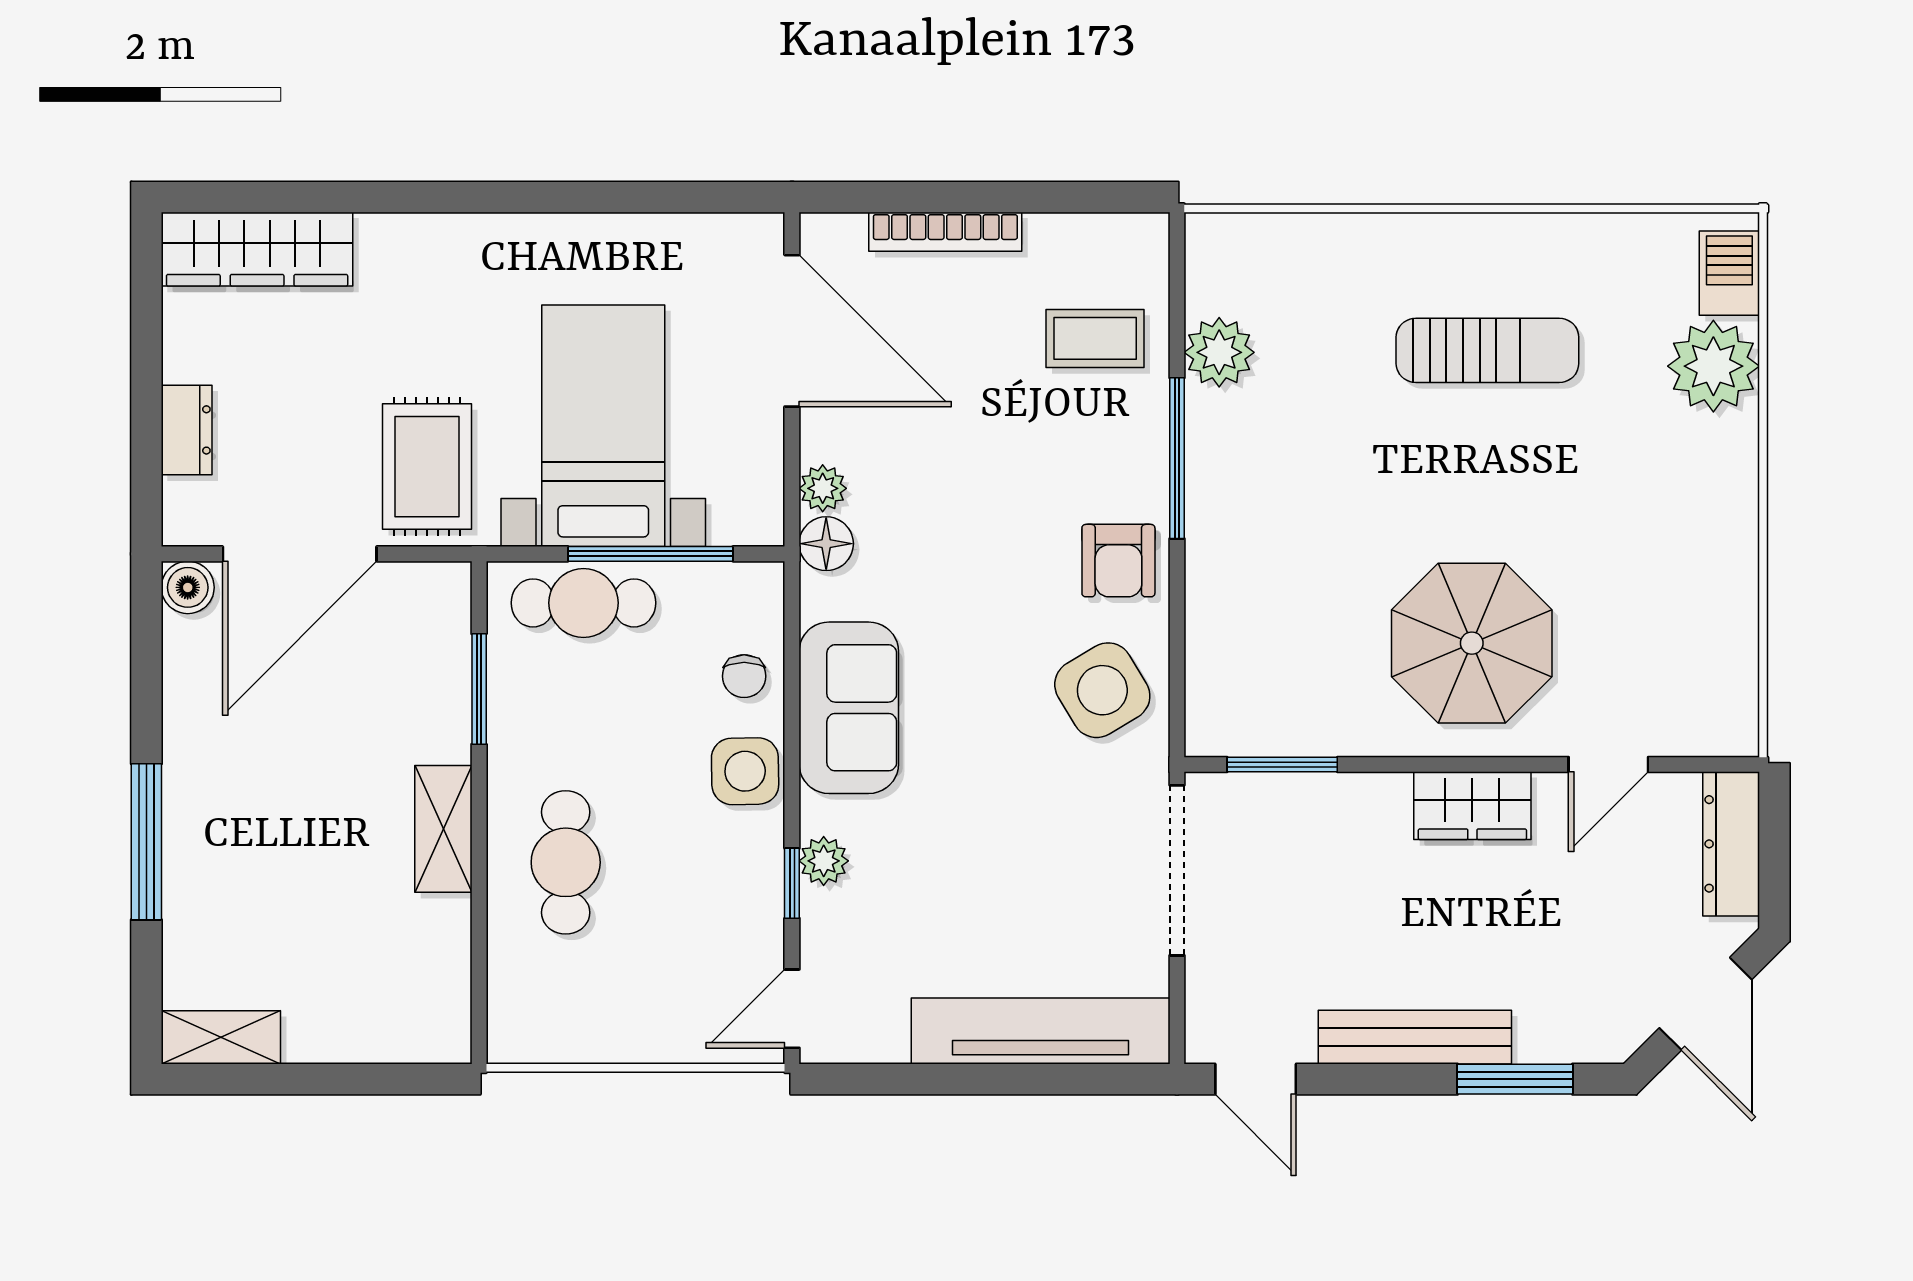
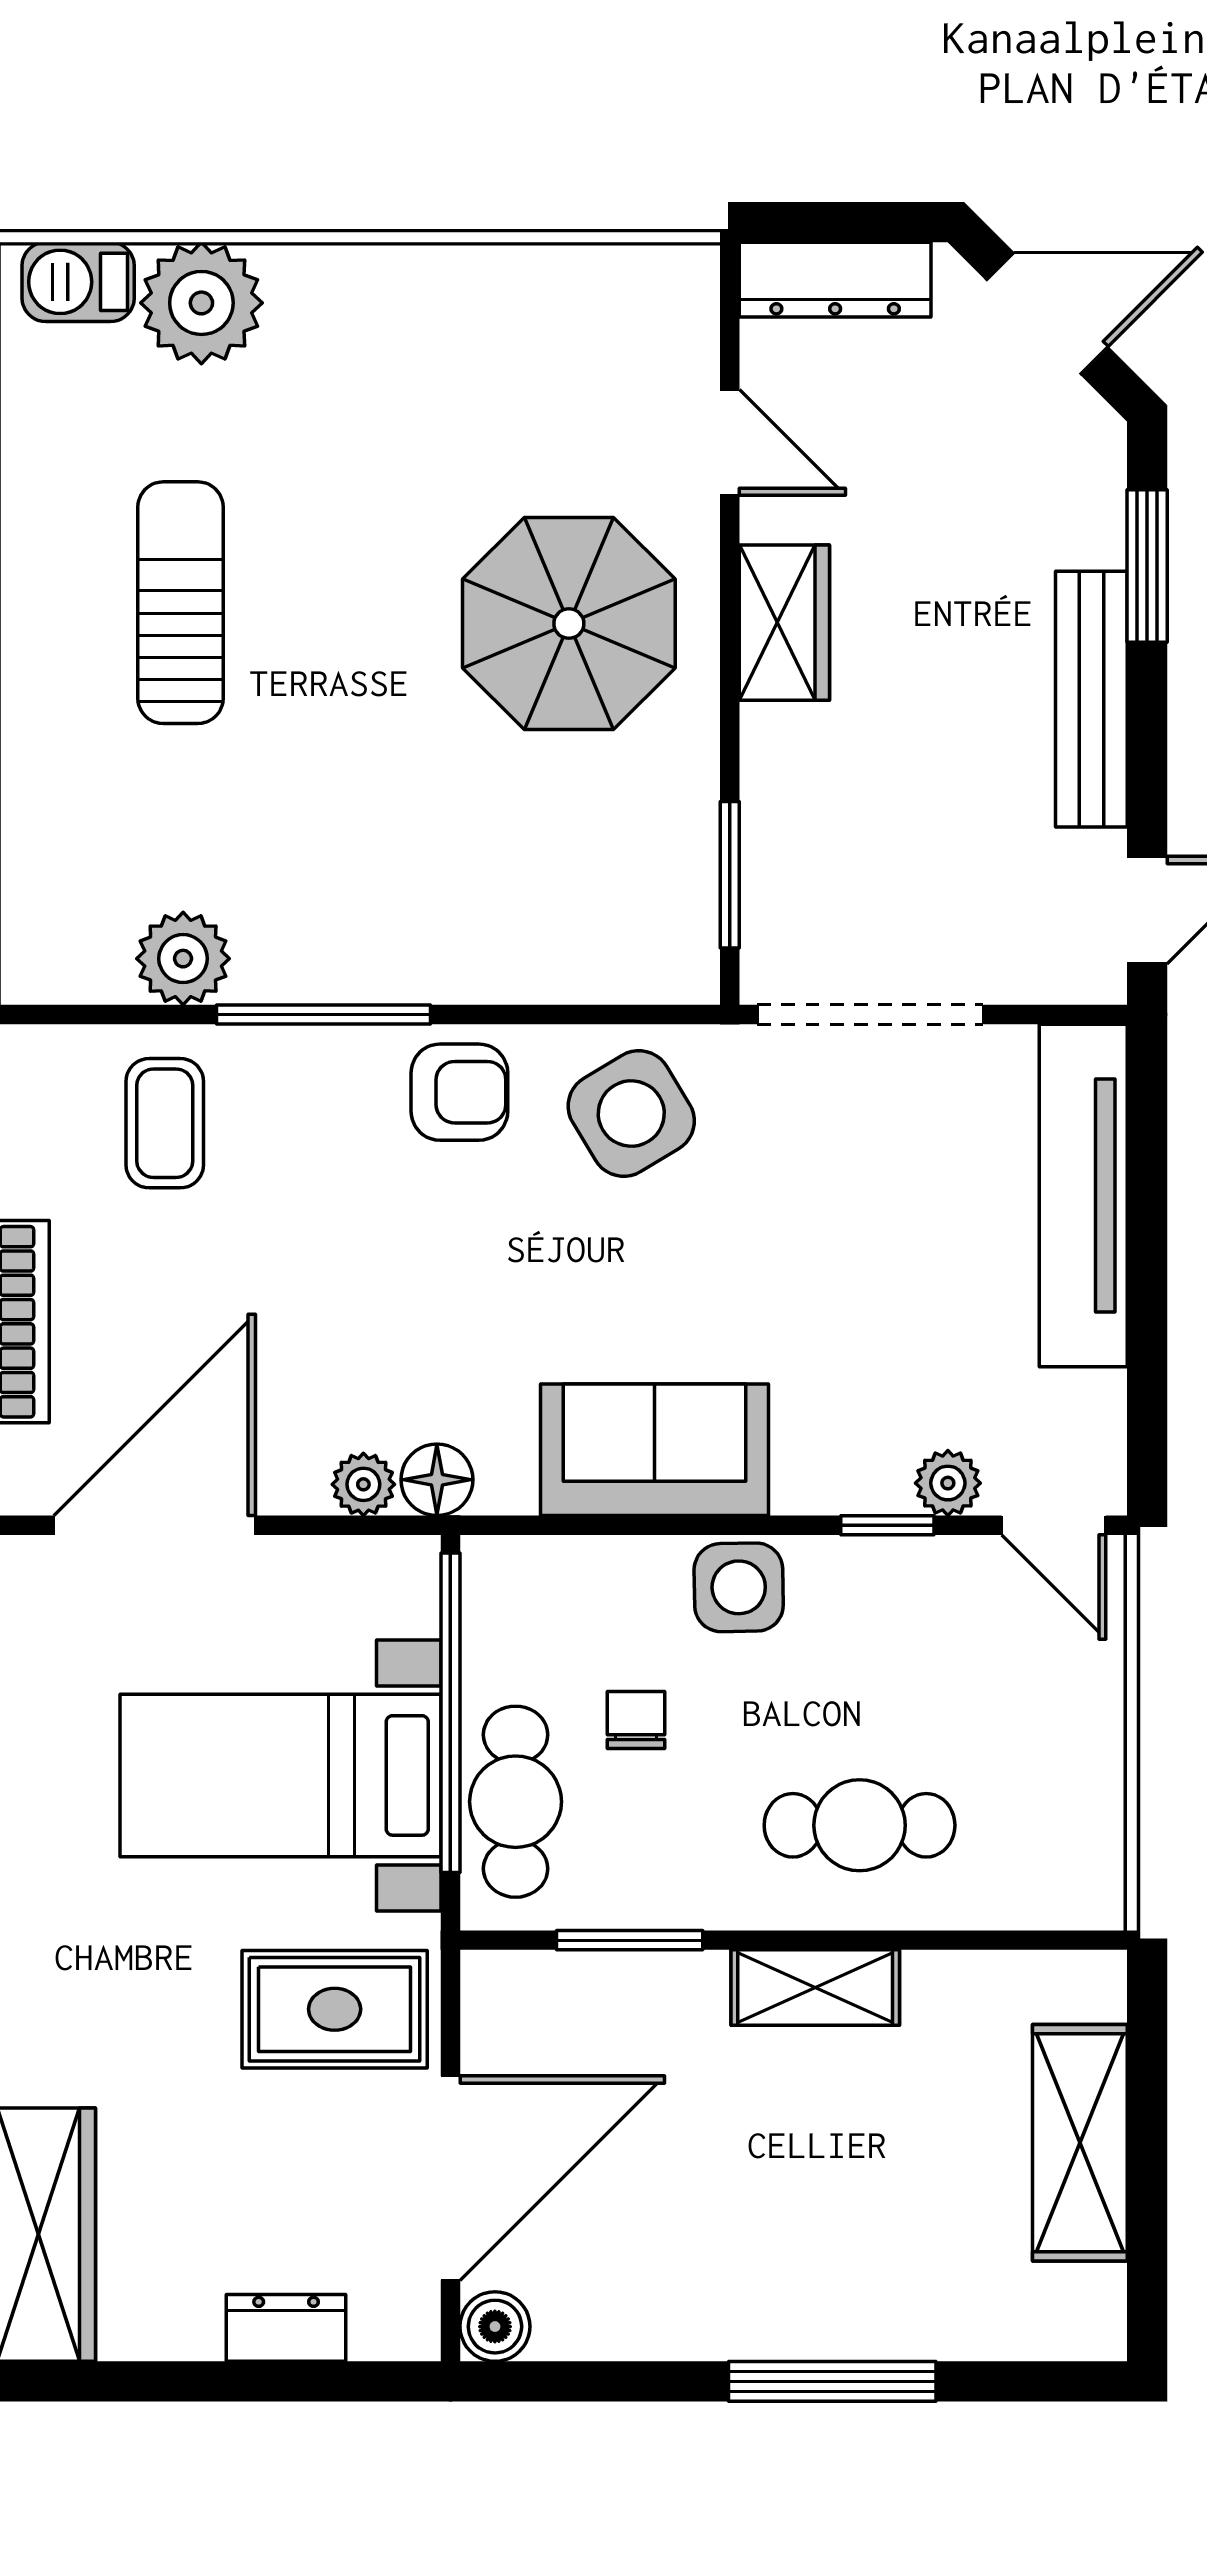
door: (300, 554) -> (450, 2178), hinge flipped
window: (650, 554) -> (450, 1713), width x1.46
chair: (744, 676) -> (636, 1720), moved, turned -90
plant: (824, 861) -> (948, 1483), moved
shelving: (221, 1037) -> (1080, 2143), moved, width x1.50, depth x1.33

